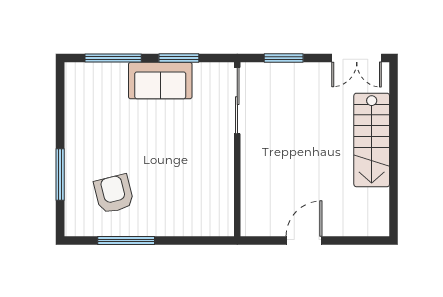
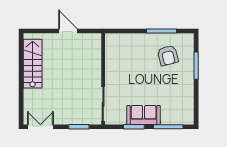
stairs: (372, 140) -> (33, 64), moved
door: (304, 240) -> (68, 31), swing flipped

